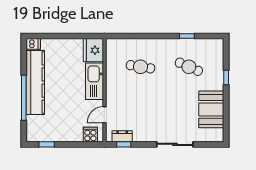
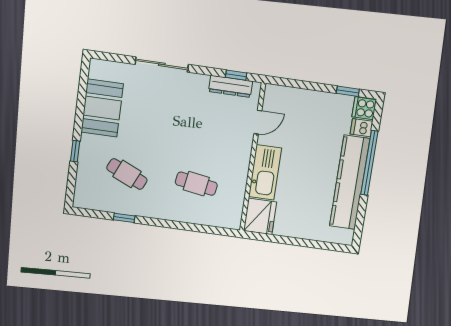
dishwasher: (33, 44) -> (361, 128), moved
cooker: (90, 135) -> (364, 108), moved, turned 90
dresser: (122, 136) -> (230, 86), width x1.44

